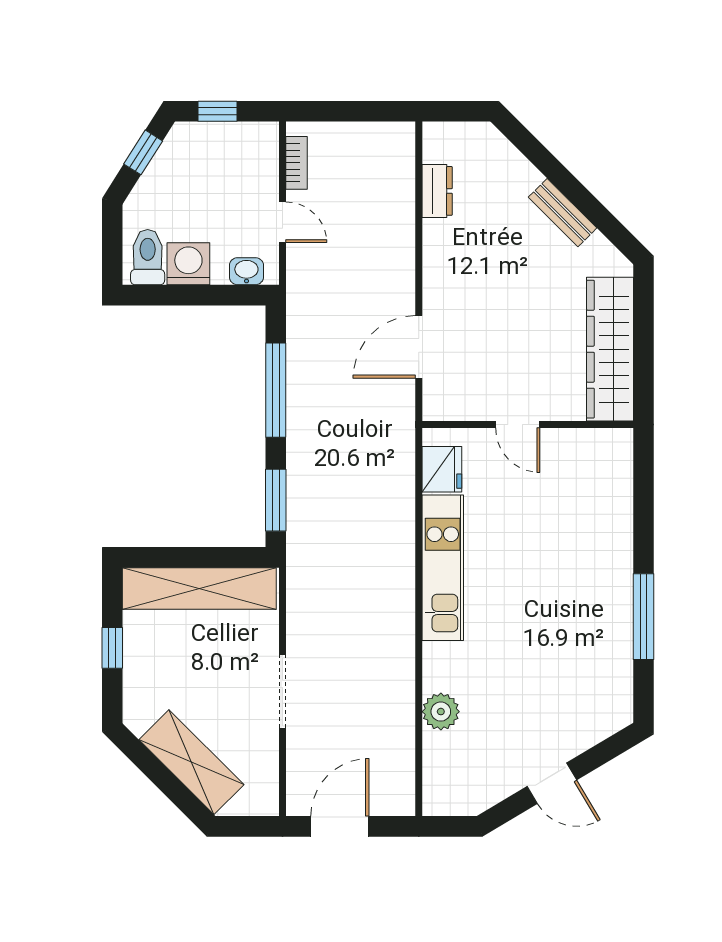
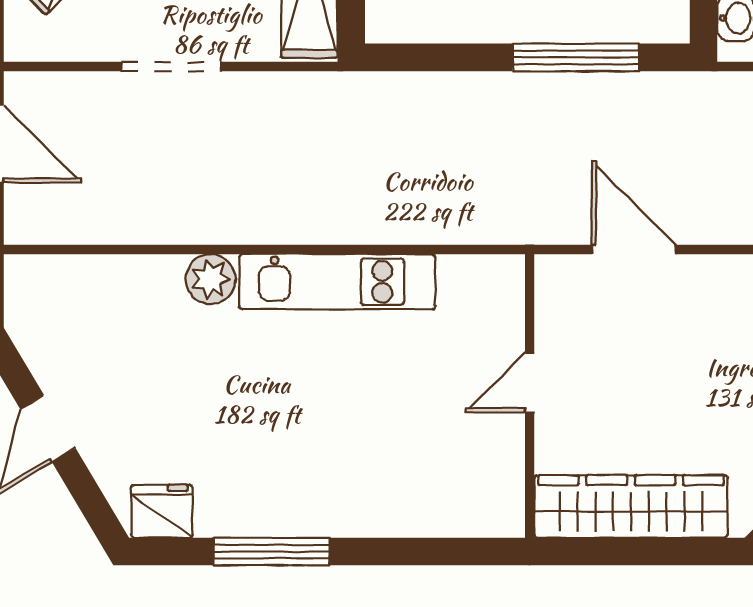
fridge: (442, 469) -> (162, 511), moved, turned 180
window: (276, 500) -> (428, 57), removed
plant: (441, 712) -> (211, 279), moved

